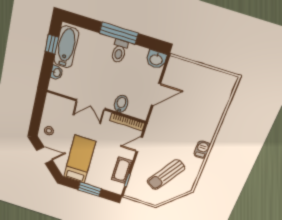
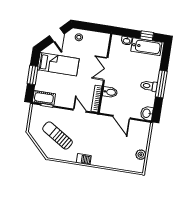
plant: (212, 76) -> (141, 155), added
cot: (122, 170) -> (44, 98), moved

